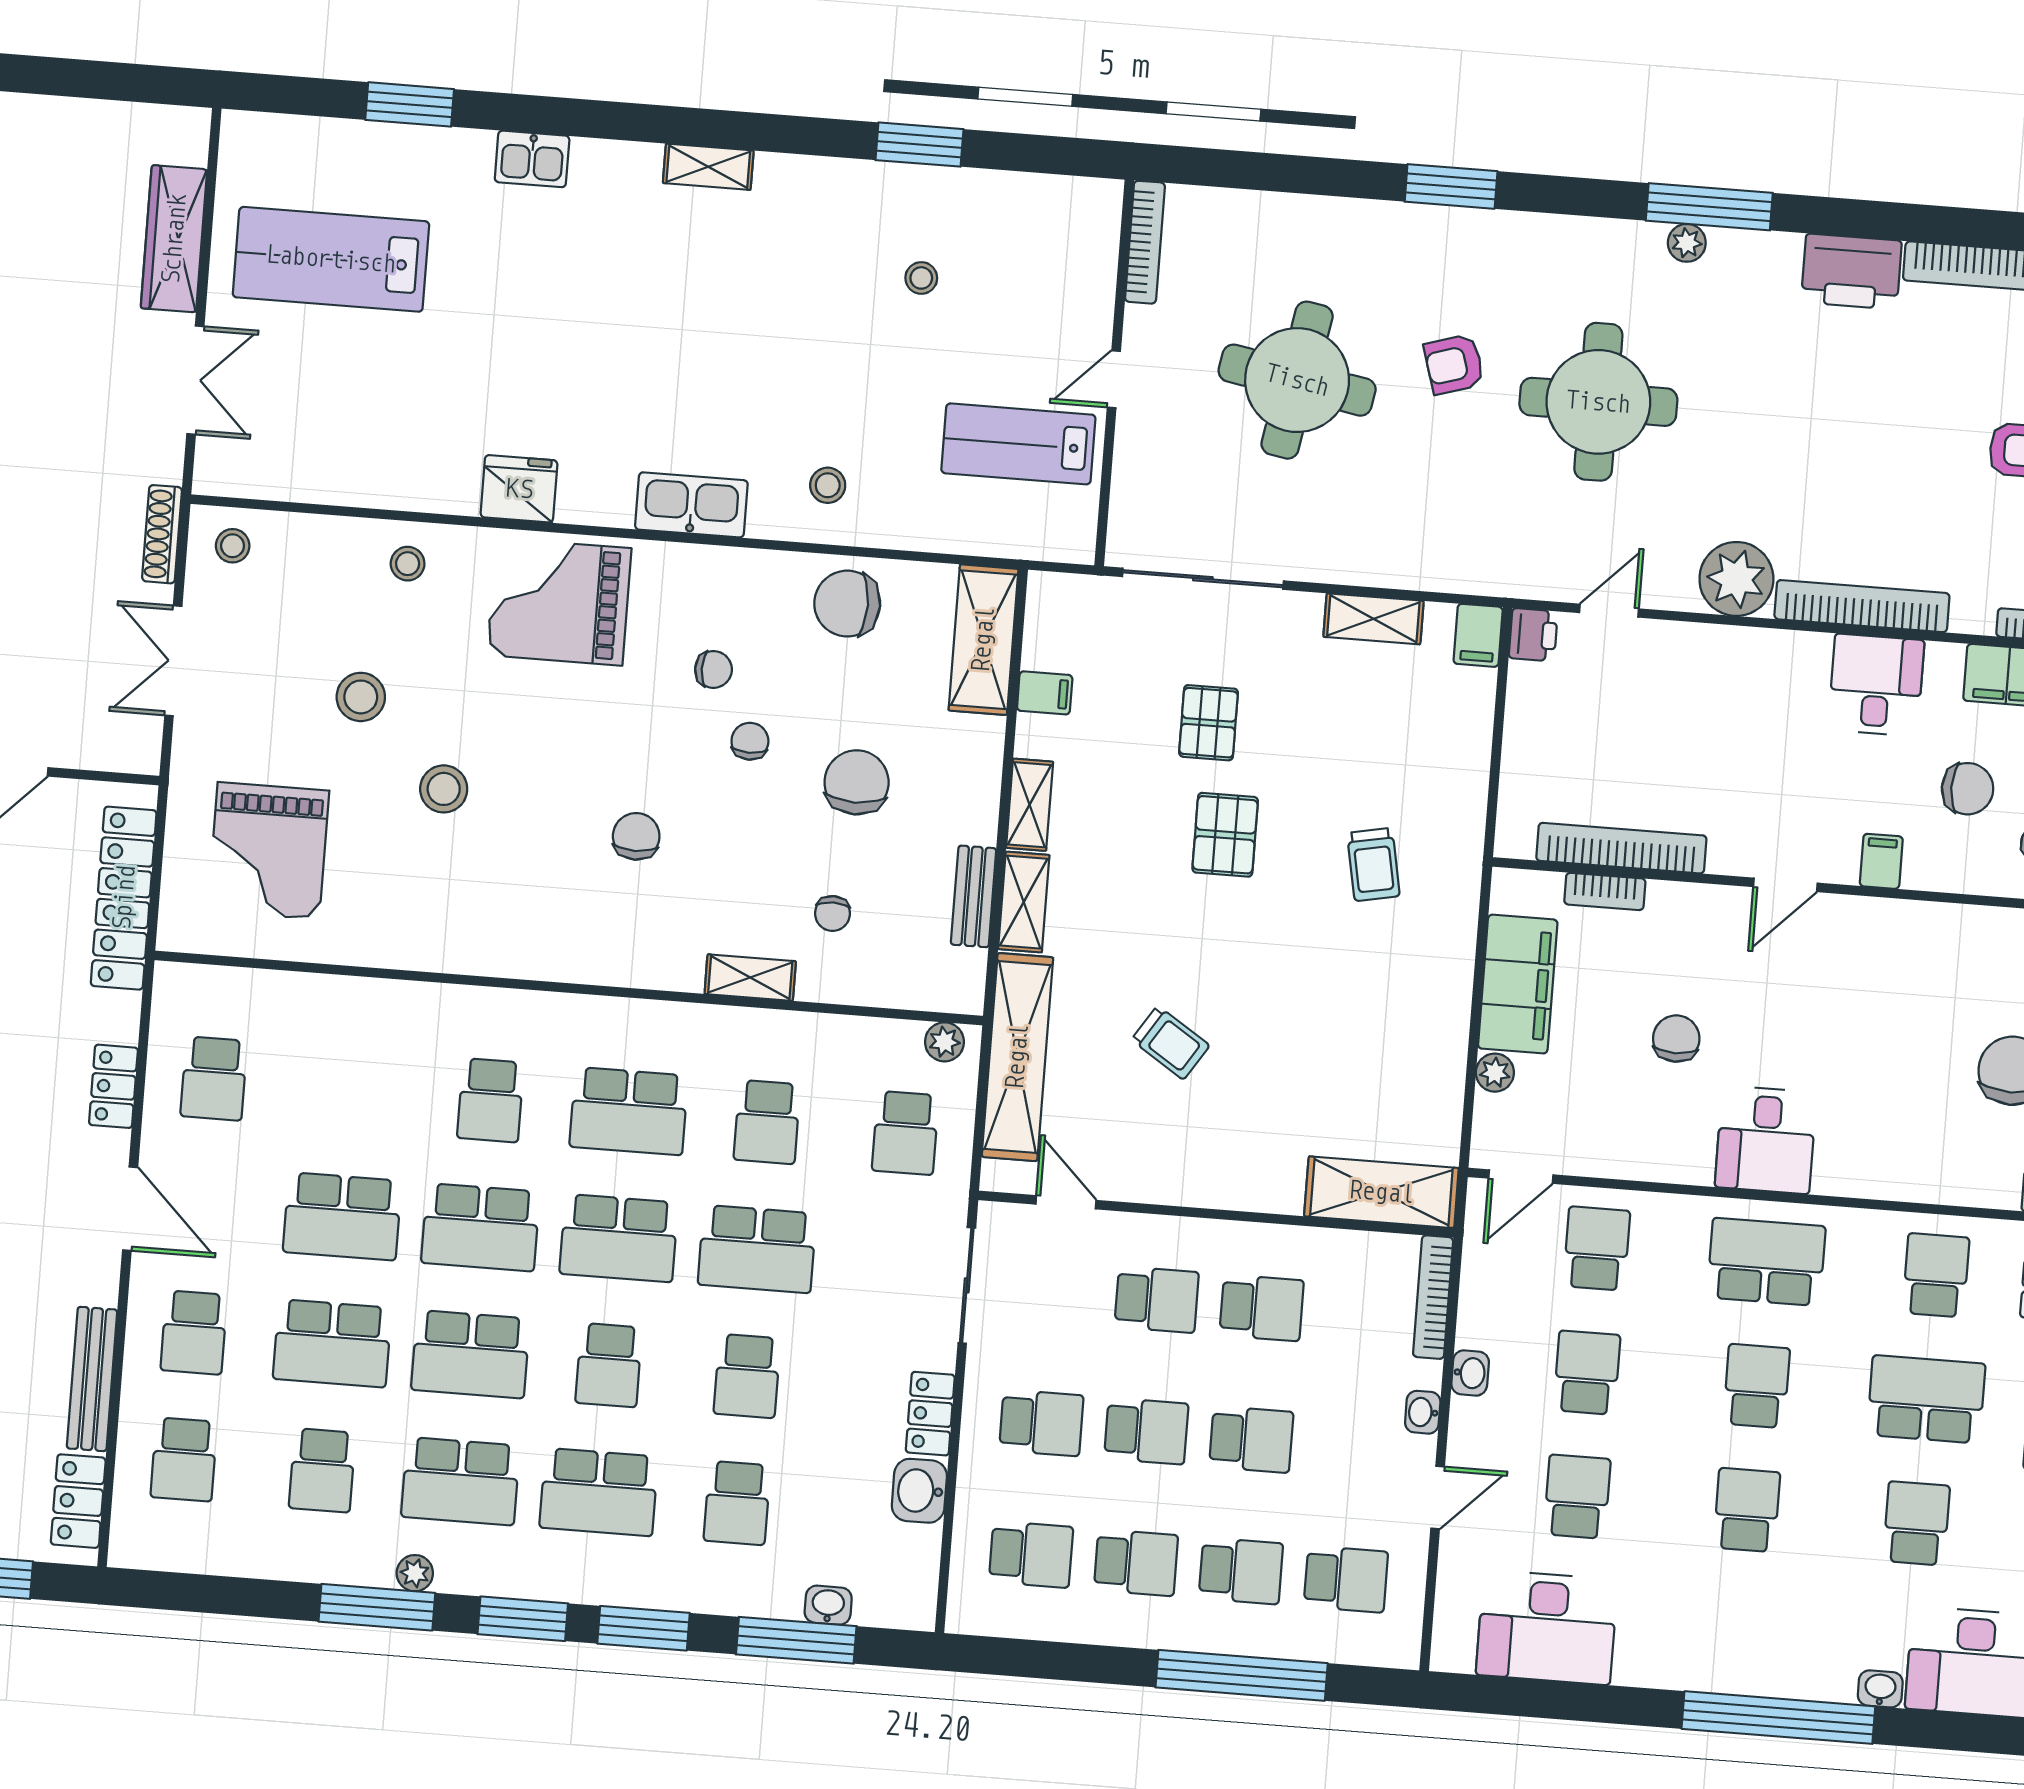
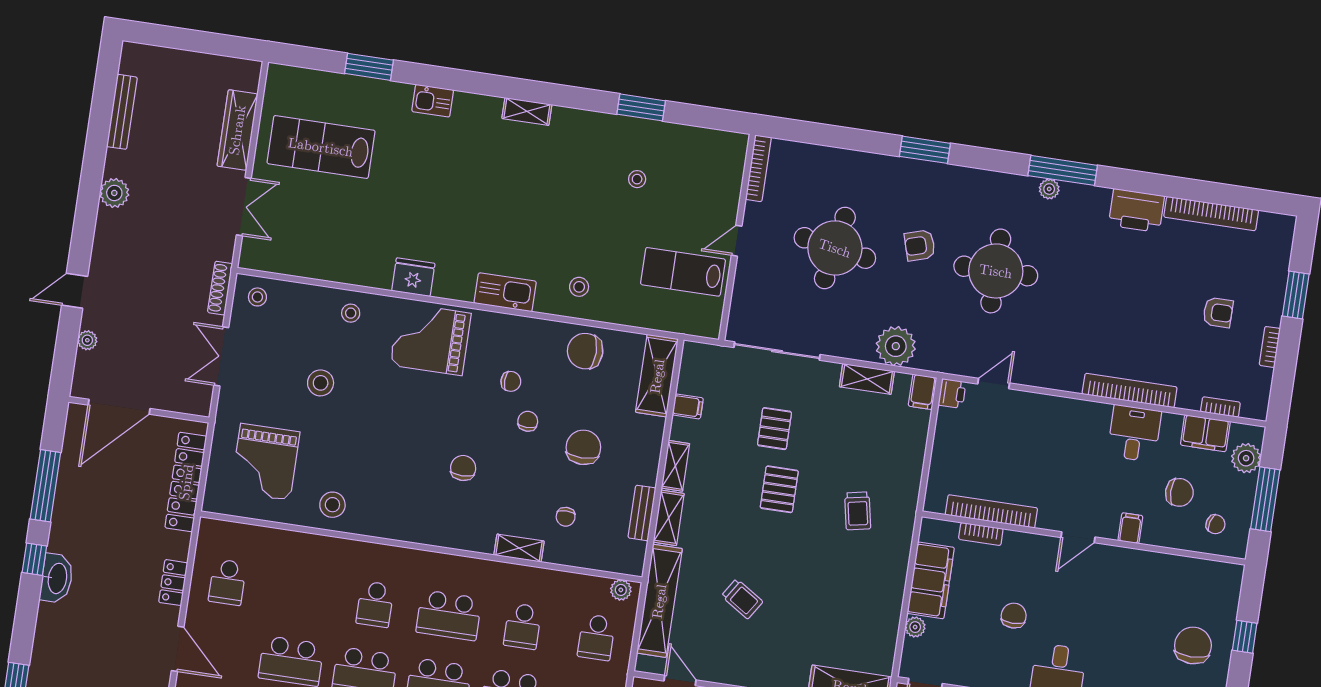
plant: (1736, 579) -> (896, 346), moved
stool: (444, 789) -> (332, 505), moved

